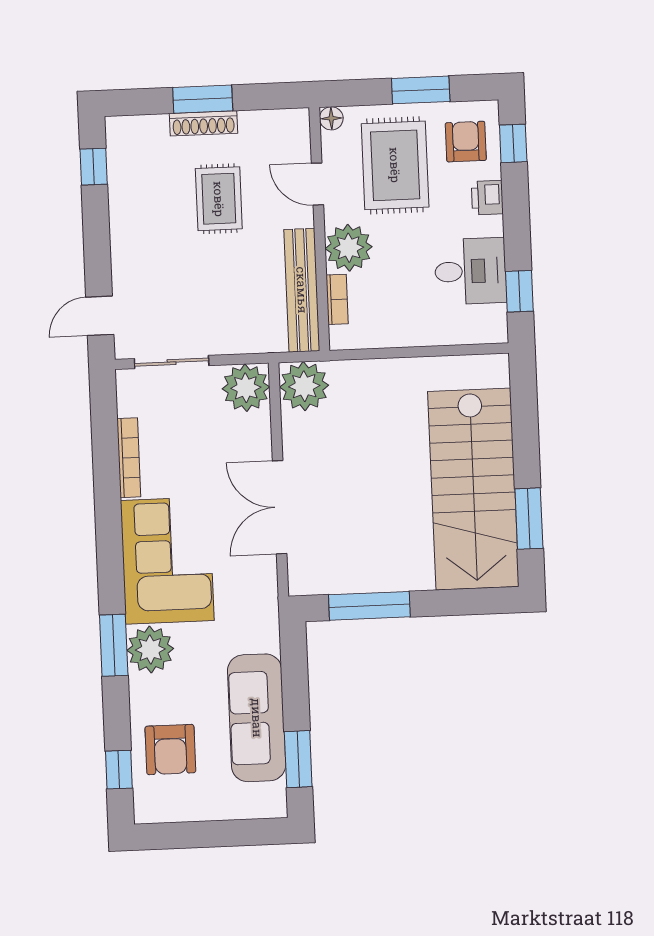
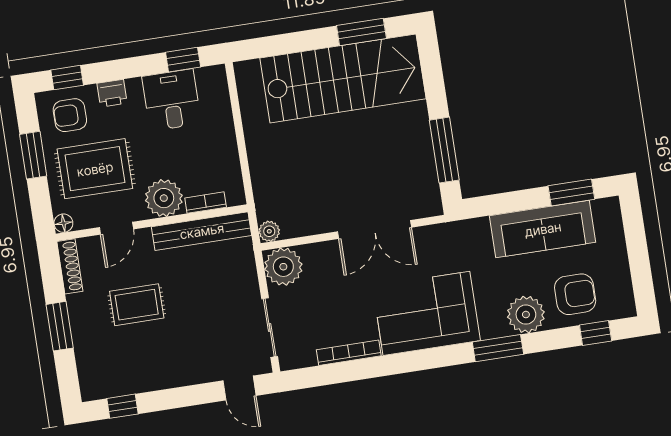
shoe rack: (203, 123) -> (70, 266), moved
plant: (304, 386) -> (269, 231), width x0.53, depth x0.53
plant: (150, 649) -> (526, 315), moved

